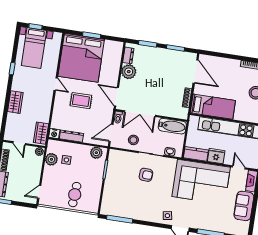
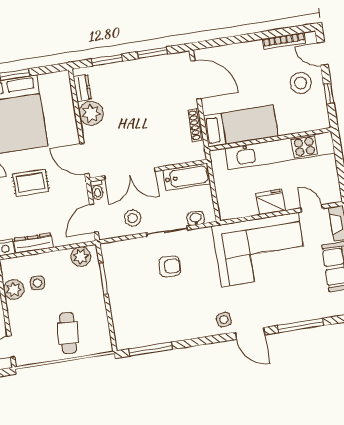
kitchen counter: (196, 154) -> (238, 209), removed

